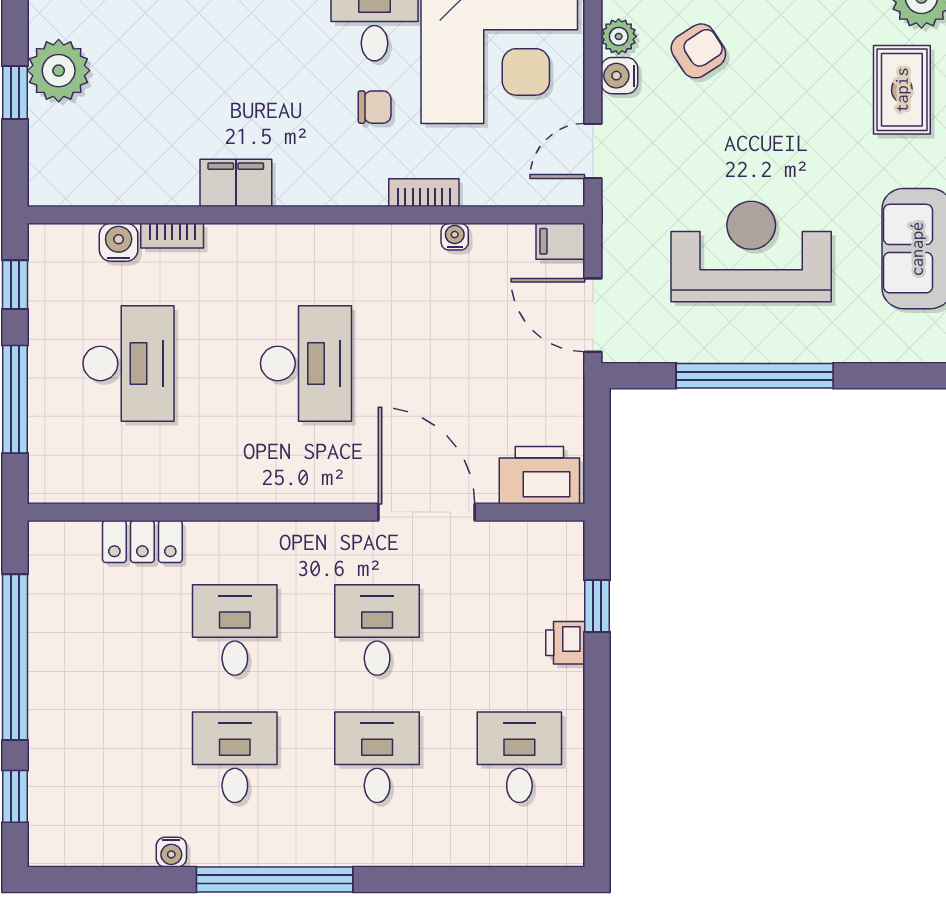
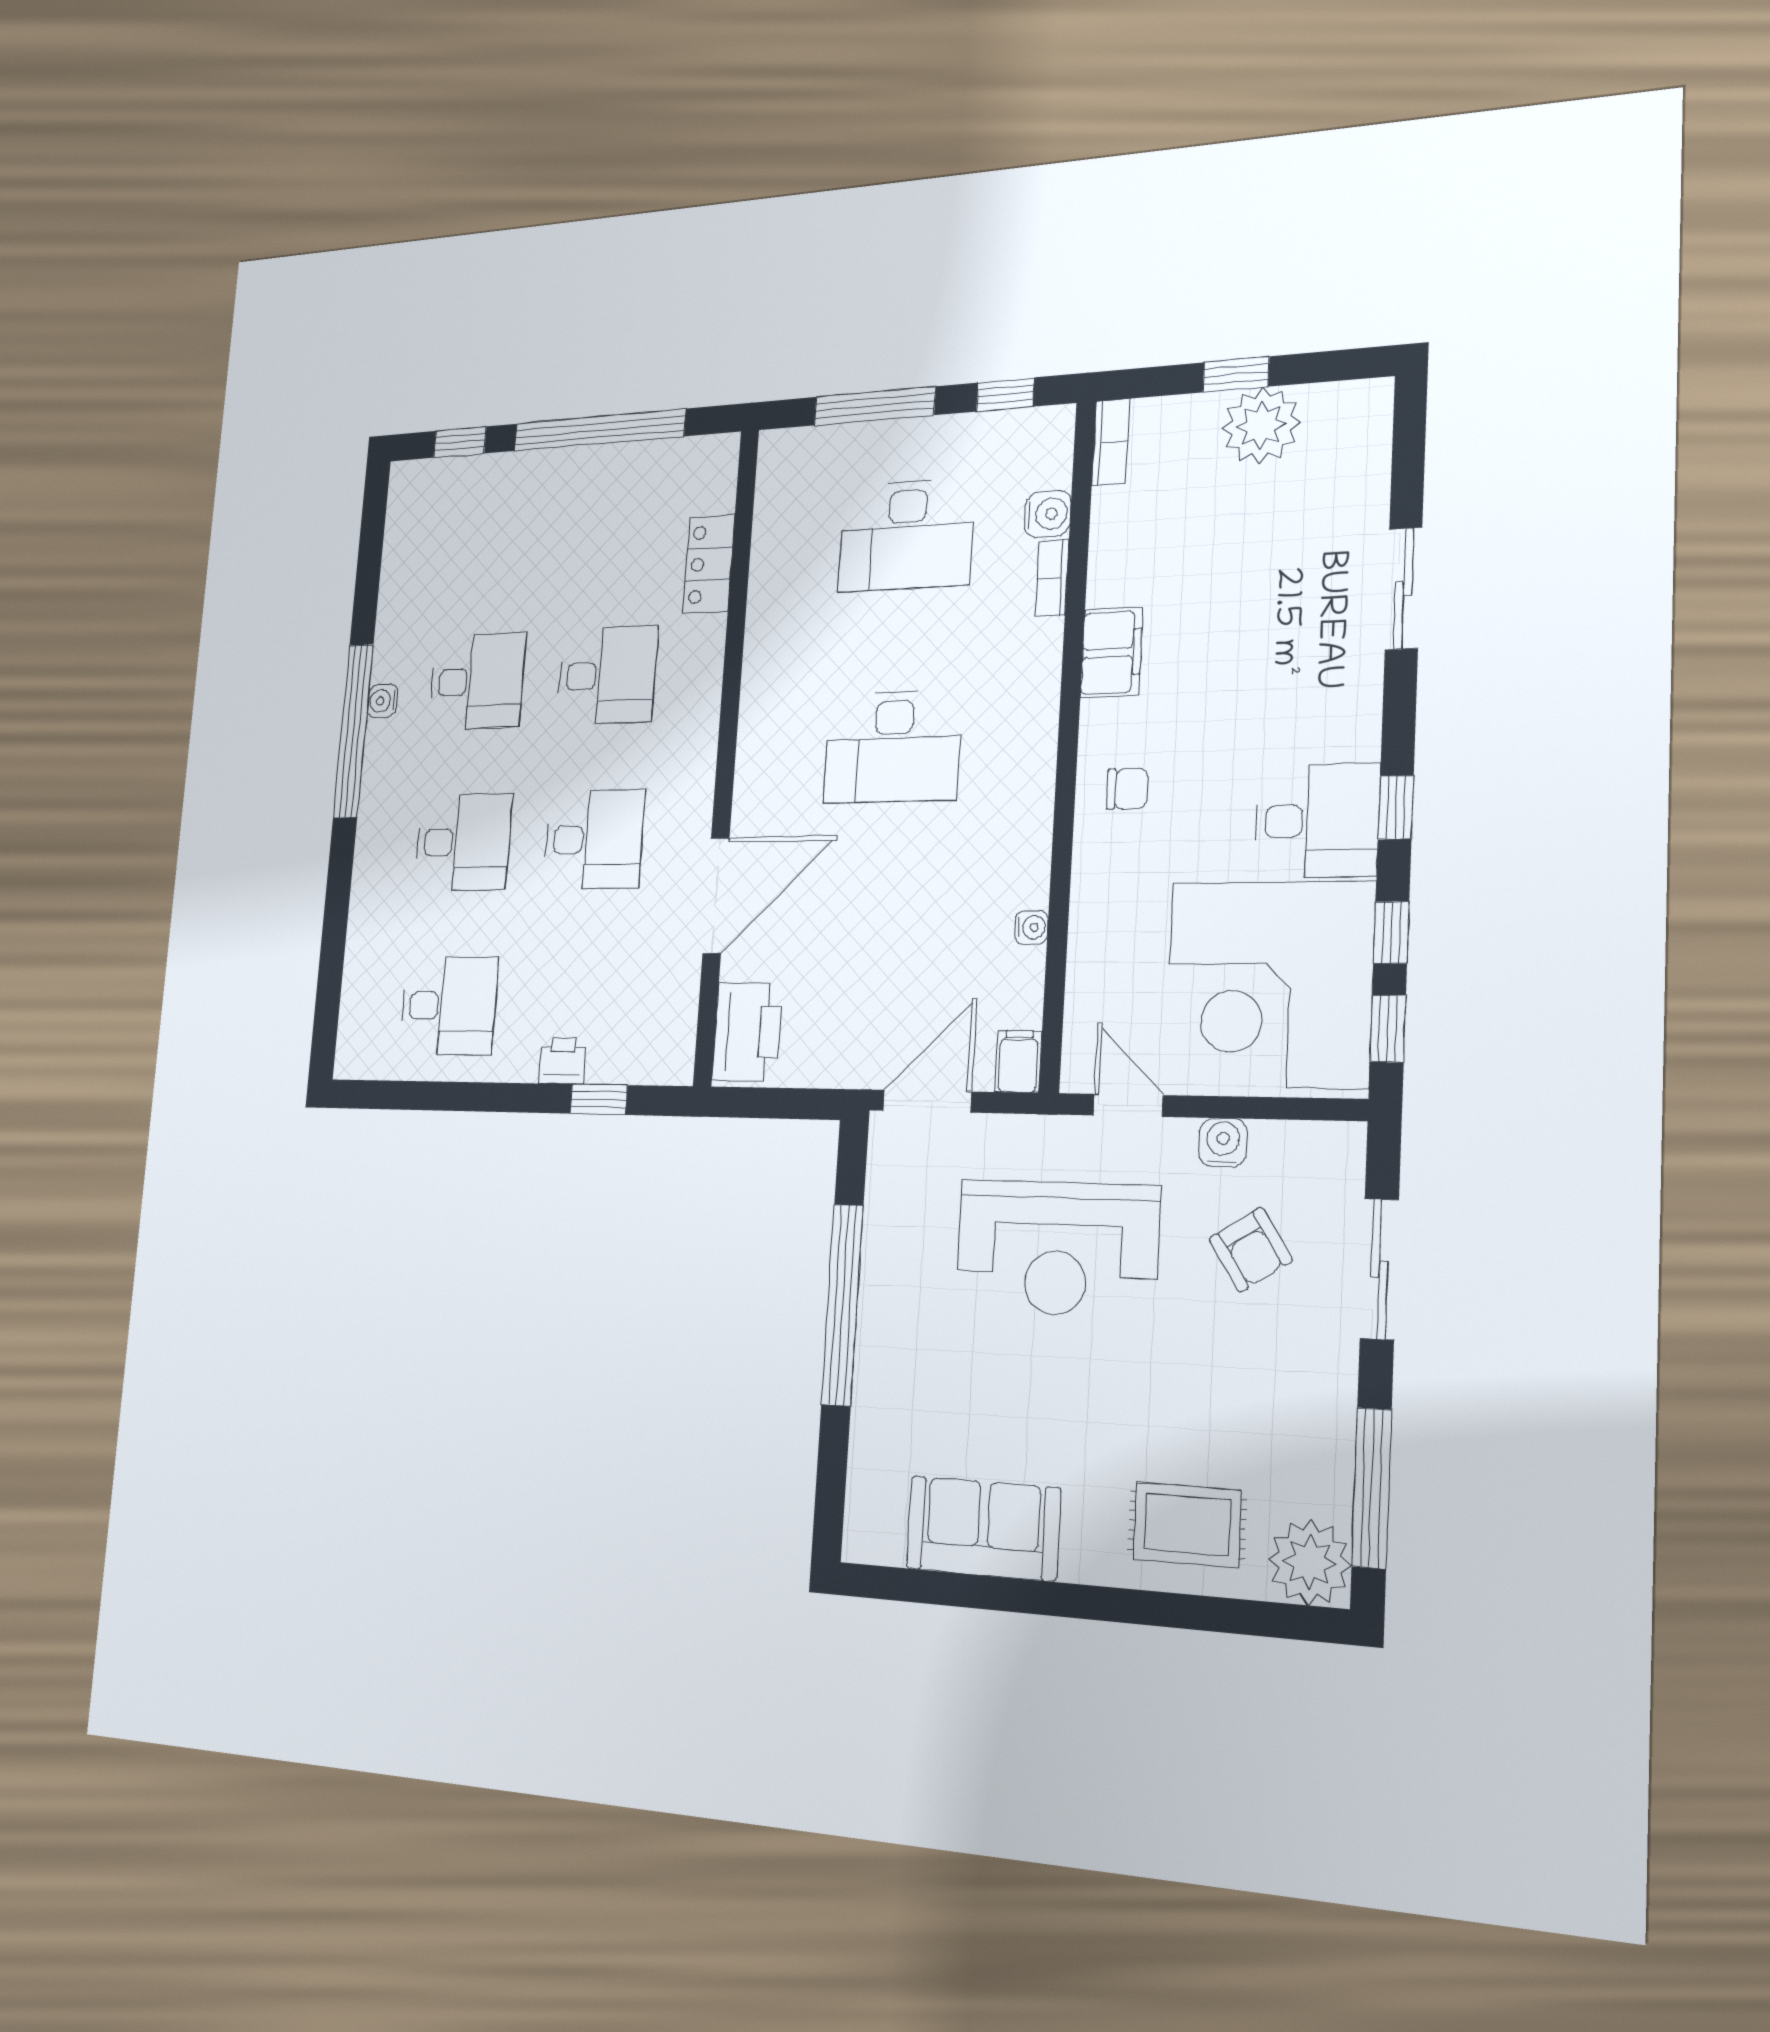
plant: (619, 36) -> (1274, 1143), removed
chair: (375, 107) -> (1127, 789), moved, turned -90
bookcase: (424, 193) -> (1111, 442), moved
reception desk: (751, 252) -> (1057, 1248), moved, turned 90
water cooler: (171, 852) -> (382, 701), moved

